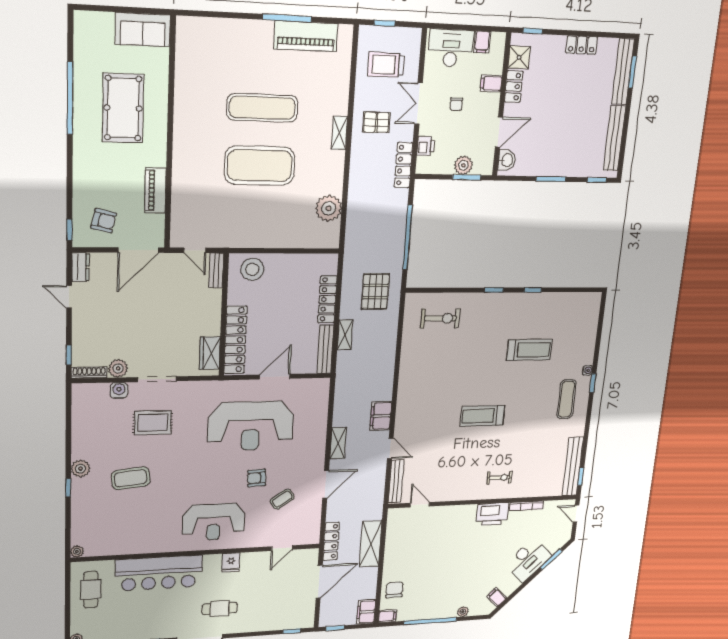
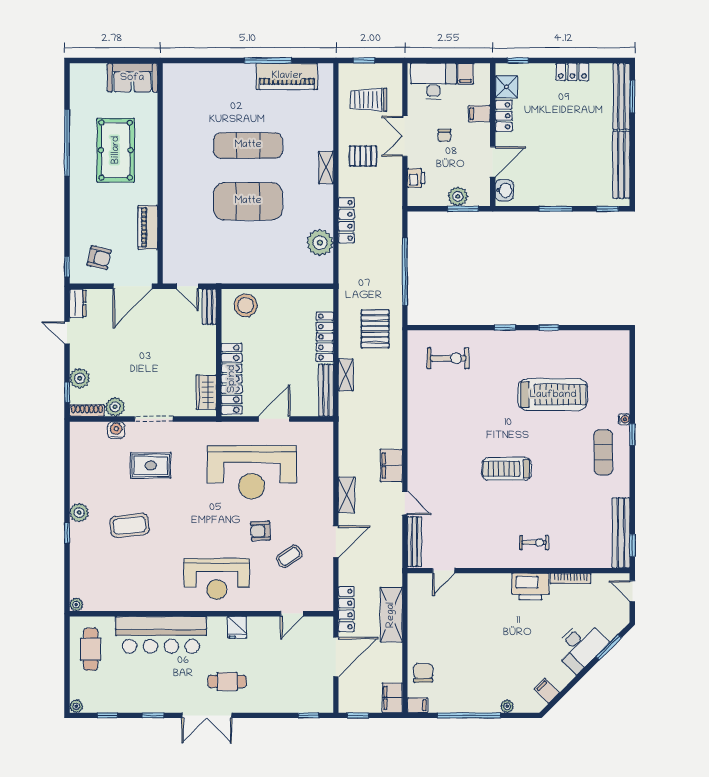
locker: (403, 165) -> (346, 220), moved, turned 180
plant: (82, 341) -> (80, 378), added
treadmill: (529, 350) -> (553, 395), width x1.37, depth x1.38
door: (420, 505) -> (444, 571), swing flipped

